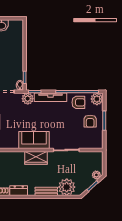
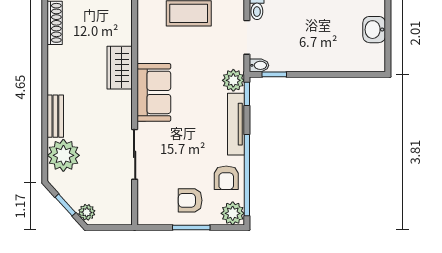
wardrobe: (36, 158) -> (120, 68), moved
dresser: (19, 191) -> (57, 63), removed

